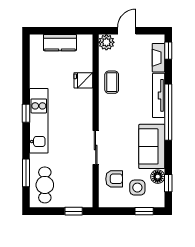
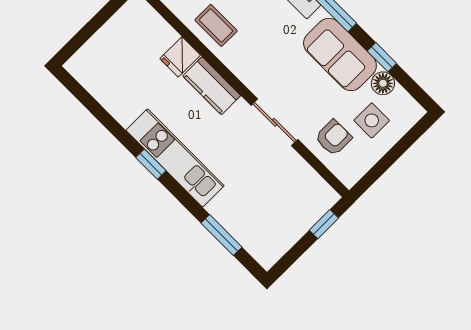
kitchen counter: (60, 43) -> (212, 86), moved, turned 90
window: (168, 183) -> (382, 57), moved
cafe table: (45, 185) -> (258, 227), removed
window: (144, 211) -> (408, 140), removed

